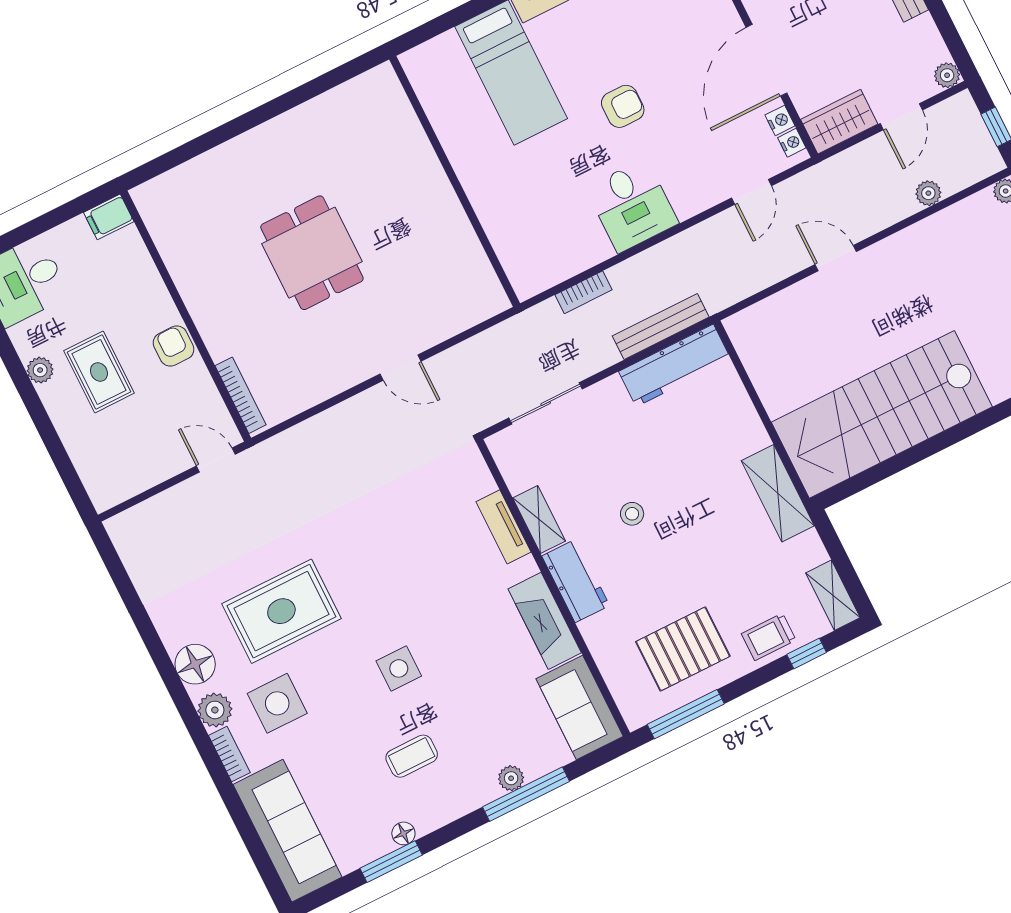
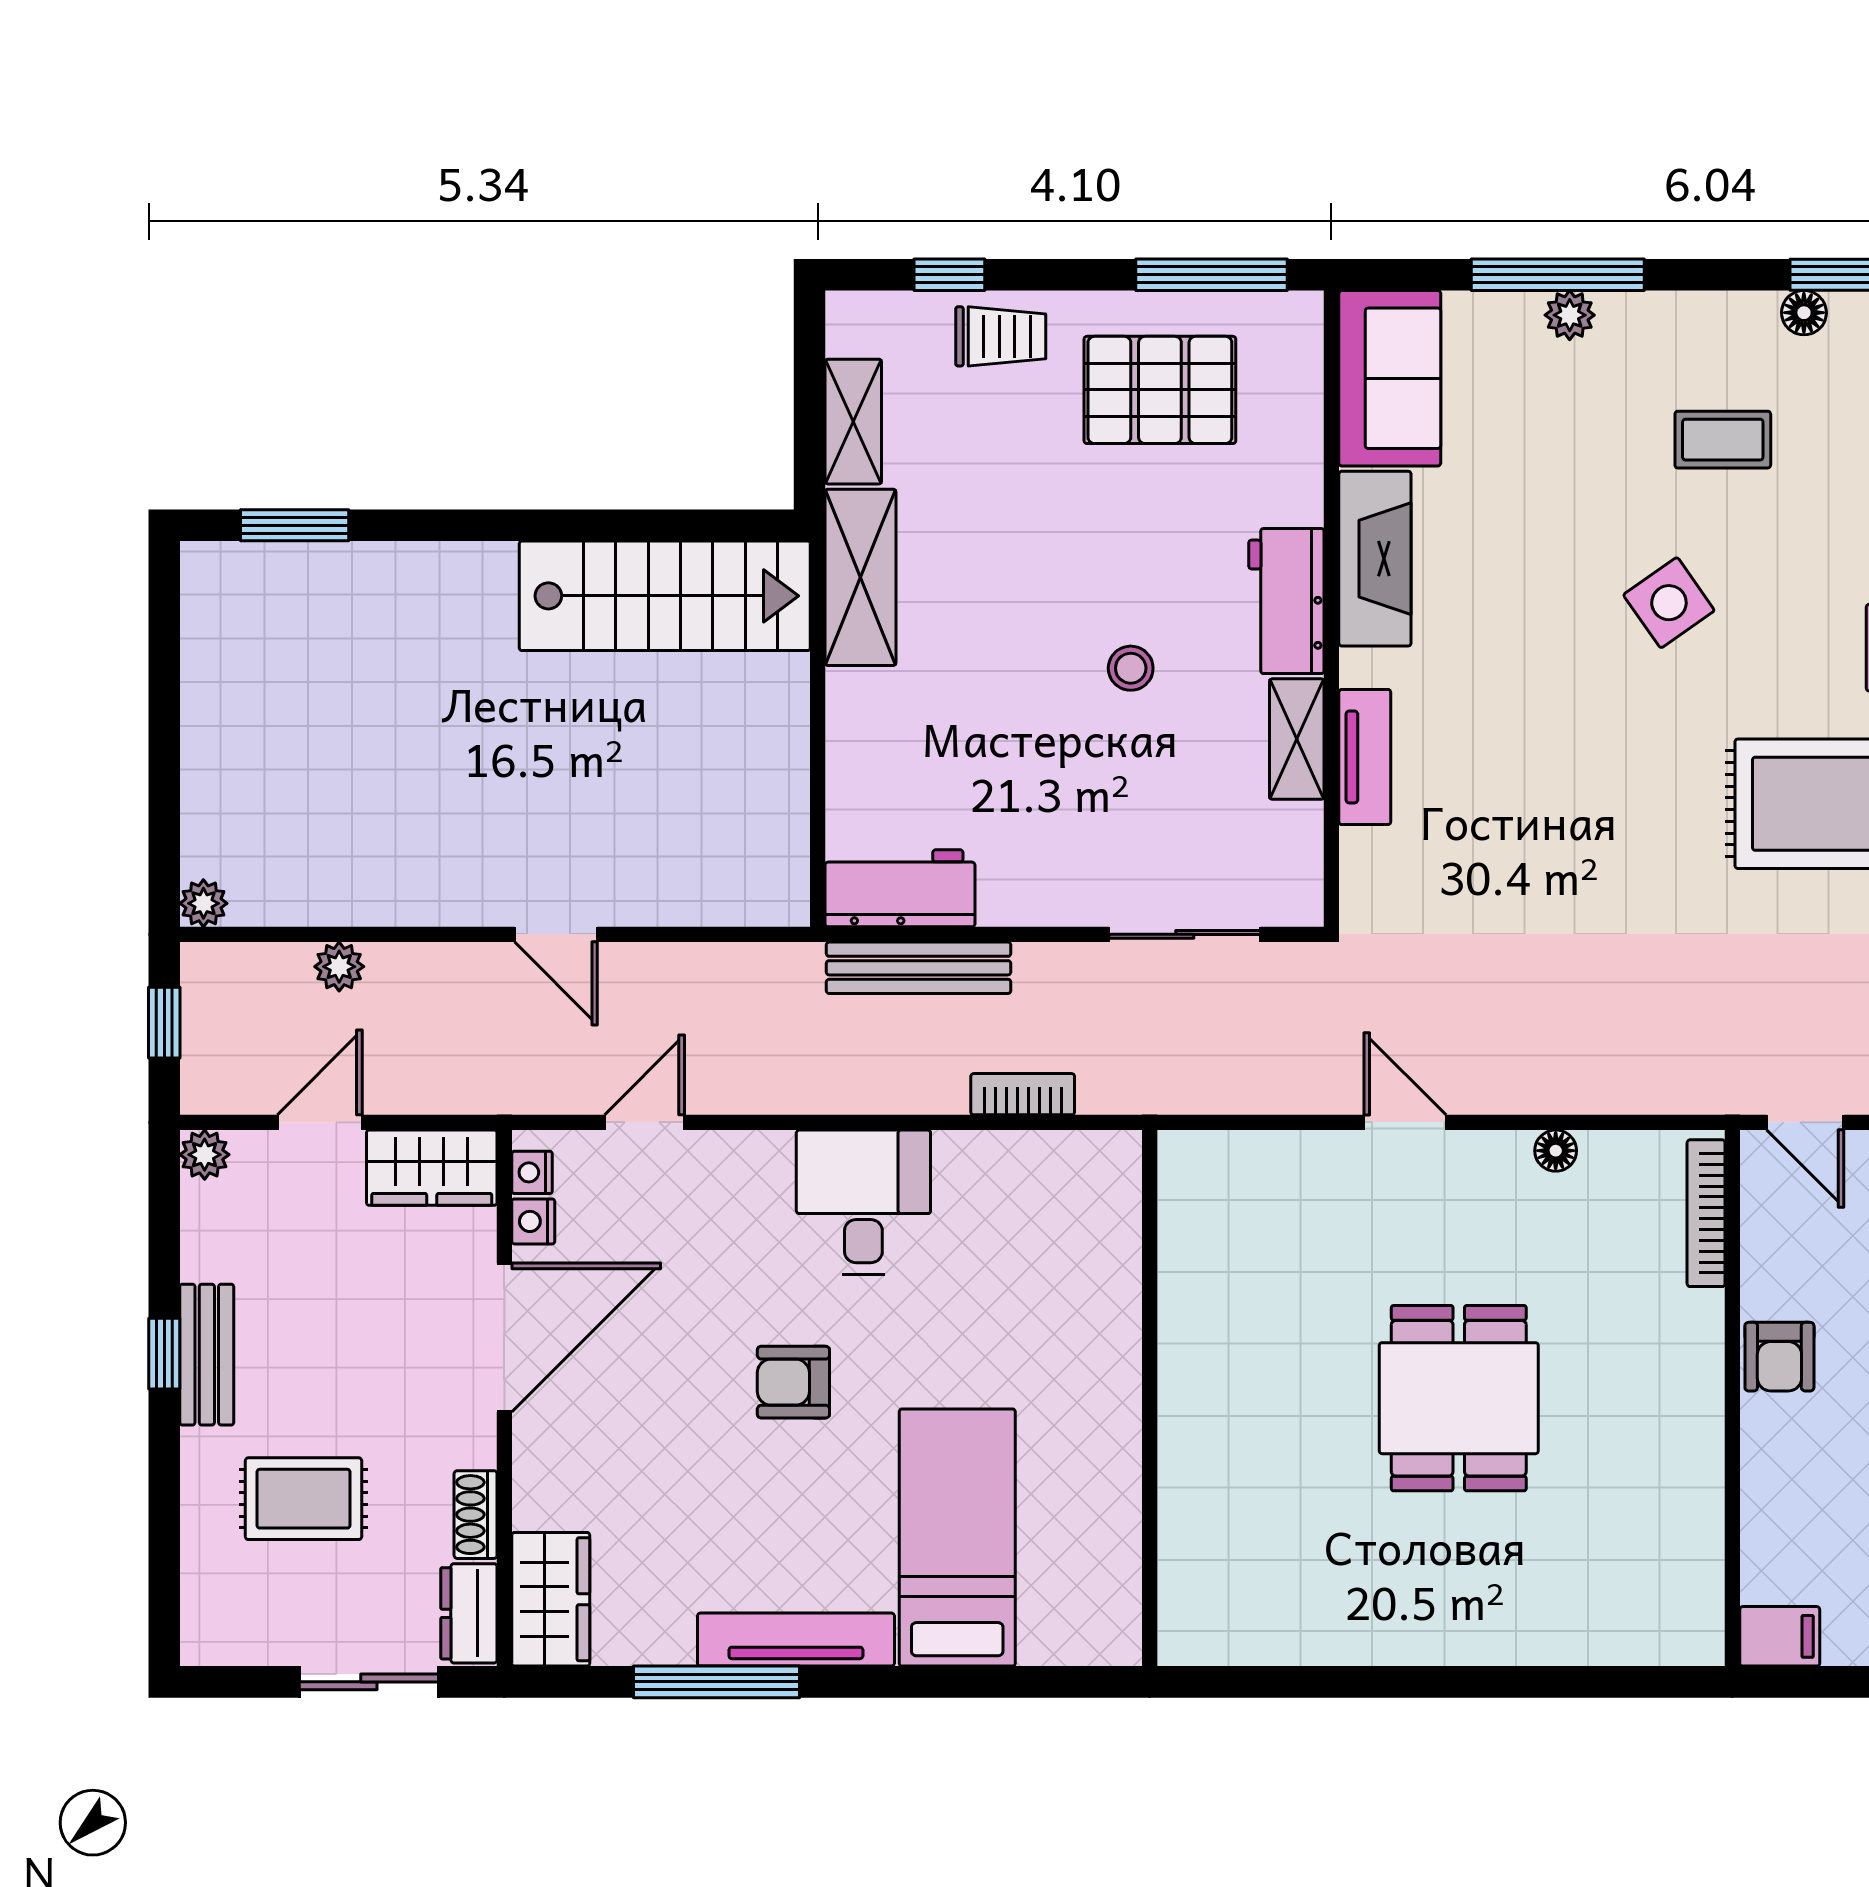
workbench: (675, 365) -> (900, 888), width x0.73
floor lamp: (324, 389) -> (1556, 1151), added
stairs: (882, 414) -> (665, 596), width x0.73, depth x0.66
shelving: (833, 595) -> (853, 422), moved
side table: (399, 668) -> (1669, 603), turned -35

